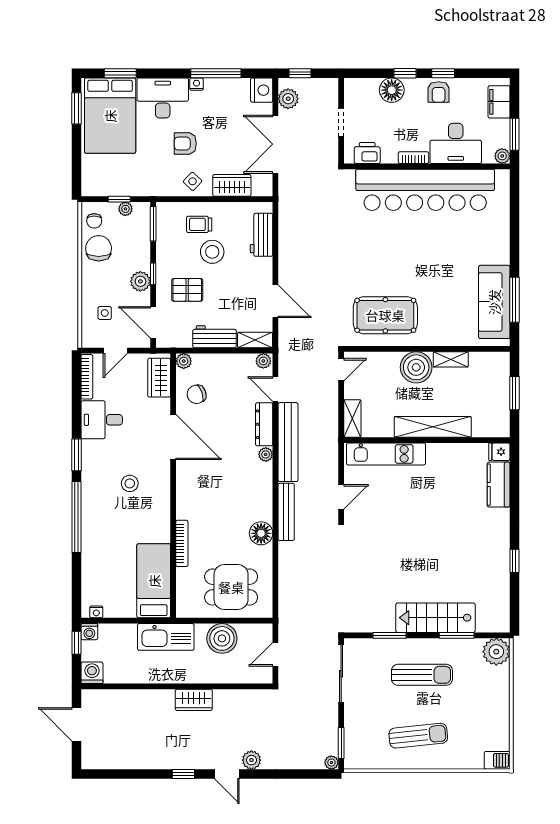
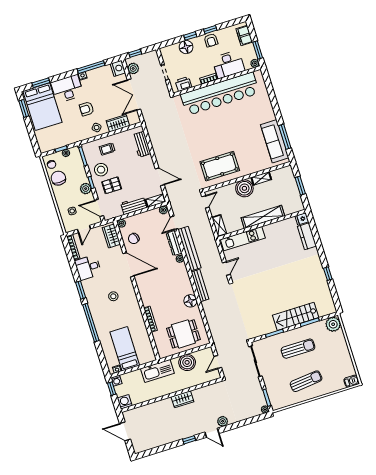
stool: (212, 252) -> (101, 170), moved
door: (275, 389) -> (174, 223), hinge flipped
bed: (154, 581) -> (125, 349), moved

